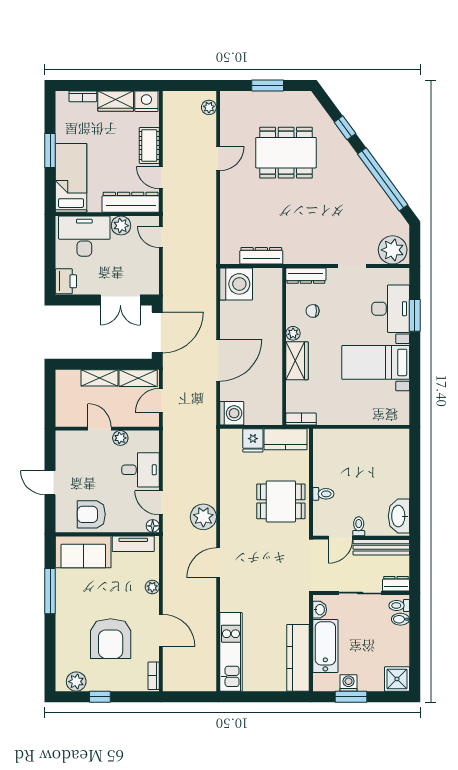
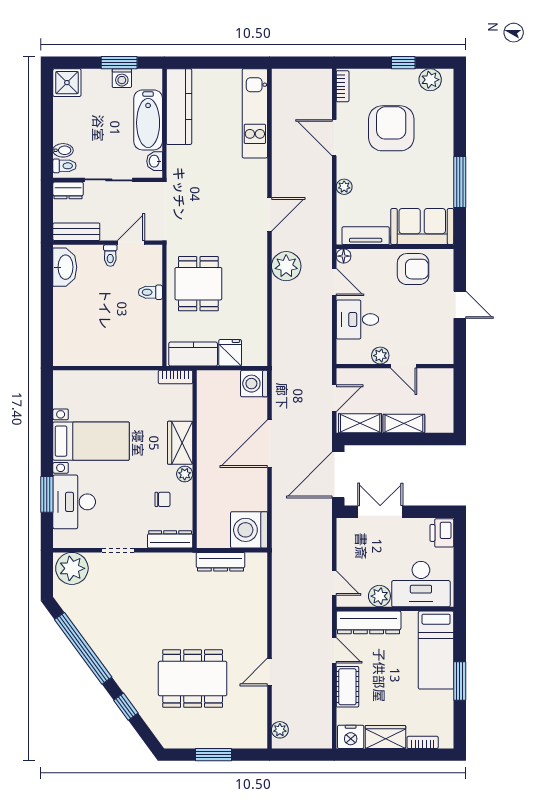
dining table: (281, 501) -> (198, 284), turned 90
bench: (381, 547) -> (76, 232), width x0.73

